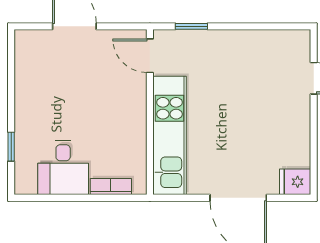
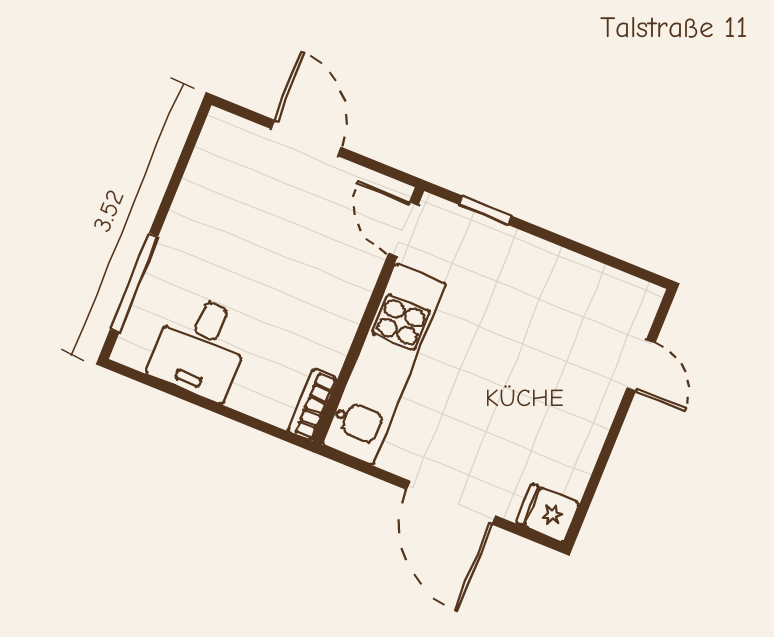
window: (11, 147) -> (134, 283), width x2.17
bookcase: (111, 187) -> (313, 405), moved, turned -90

